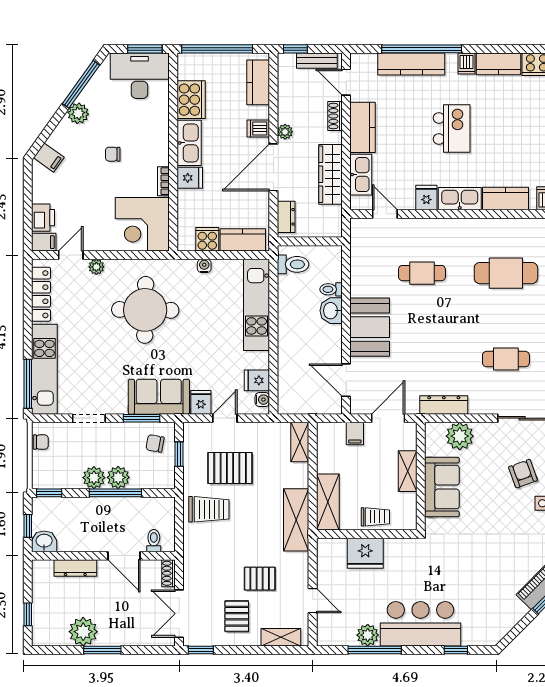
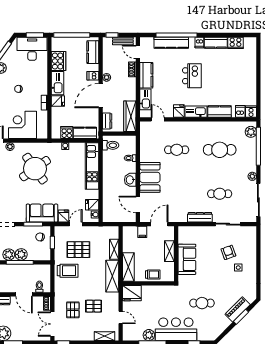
wardrobe: (330, 174) -> (130, 116), moved
corner desk: (142, 224) -> (22, 125), moved, turned 90
round table: (145, 310) -> (35, 169), turned -36
washbasin: (331, 311) -> (130, 180), moved
dresser: (444, 405) -> (200, 217), moved
plant: (460, 436) -> (196, 233), removed
shelving: (300, 442) -> (114, 249), moved
fridge: (365, 553) -> (132, 293), moved
cafe table: (471, 573) -> (202, 303), added
pallet: (237, 616) -> (73, 310), moved

